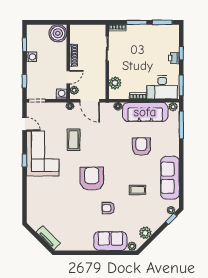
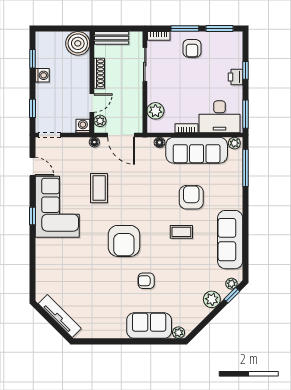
bench: (83, 29) -> (112, 38), added
armchair: (142, 37) -> (192, 48), added
armchair: (92, 179) -> (124, 241), turned 180
coffee table: (138, 190) -> (181, 232), moved
plant: (145, 233) -> (212, 299), moved
tv unit: (48, 238) -> (60, 316), width x1.41

